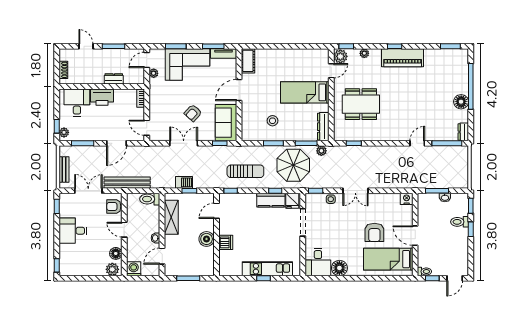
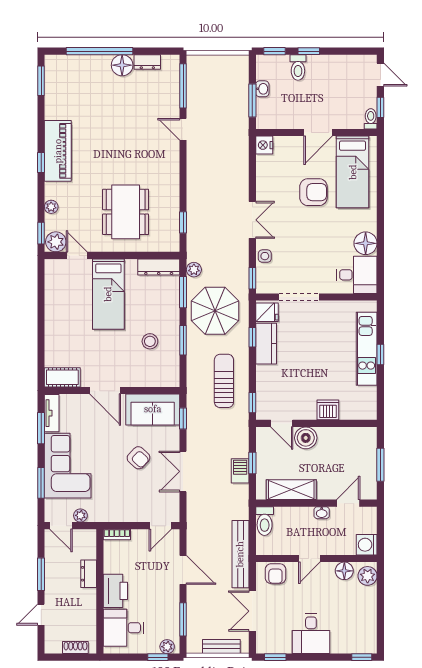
dresser: (463, 132) -> (147, 62), moved
boiler: (207, 239) -> (306, 438), moved
door: (162, 256) -> (348, 503), swing flipped

